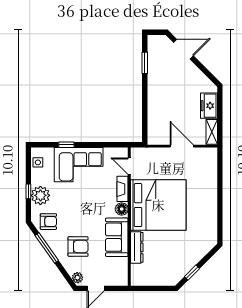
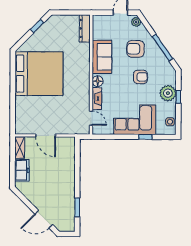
bed: (158, 205) -> (39, 74), moved, turned 180
armchair: (48, 222) -> (140, 77), moved, turned 180
dresser: (137, 247) -> (85, 28), moved

